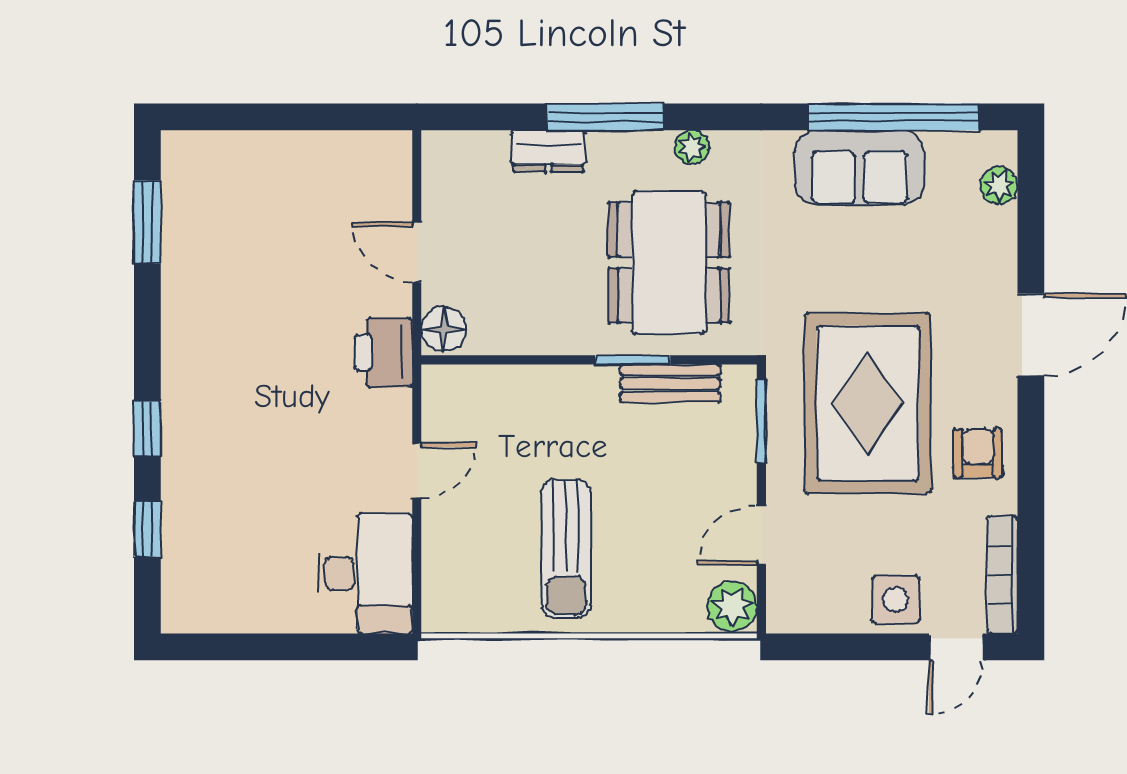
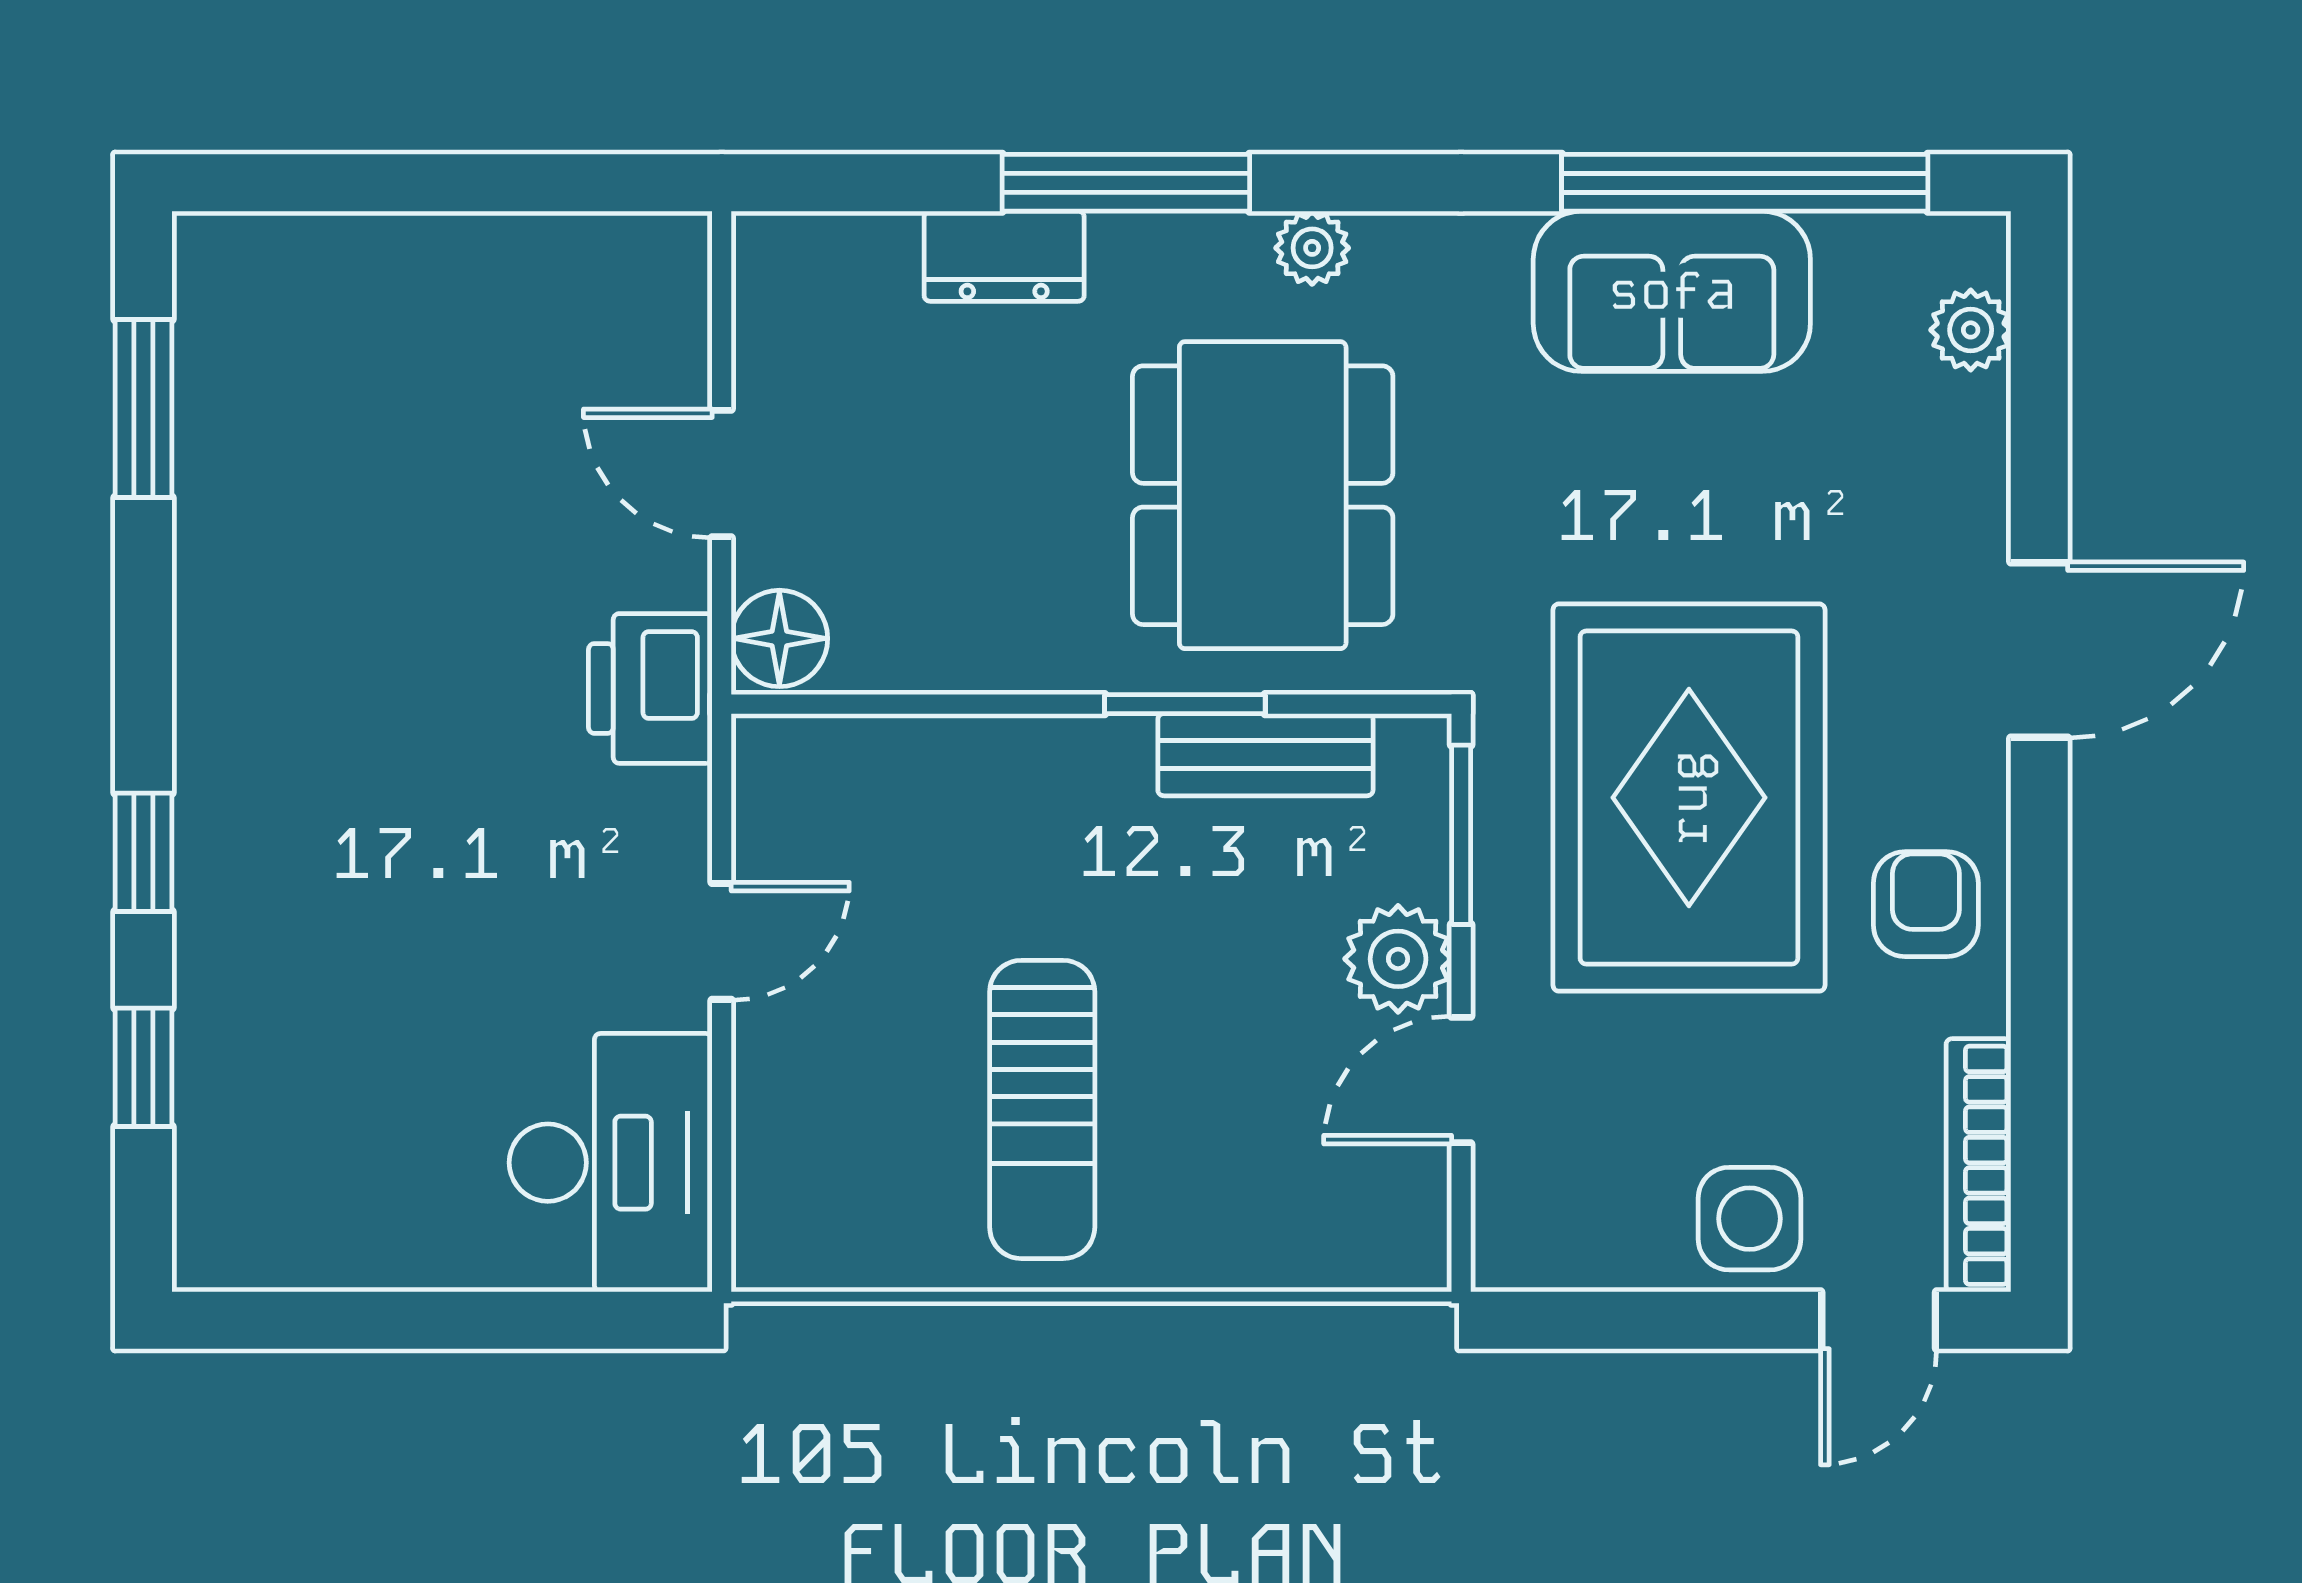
plant: (732, 607) -> (1398, 959), moved

